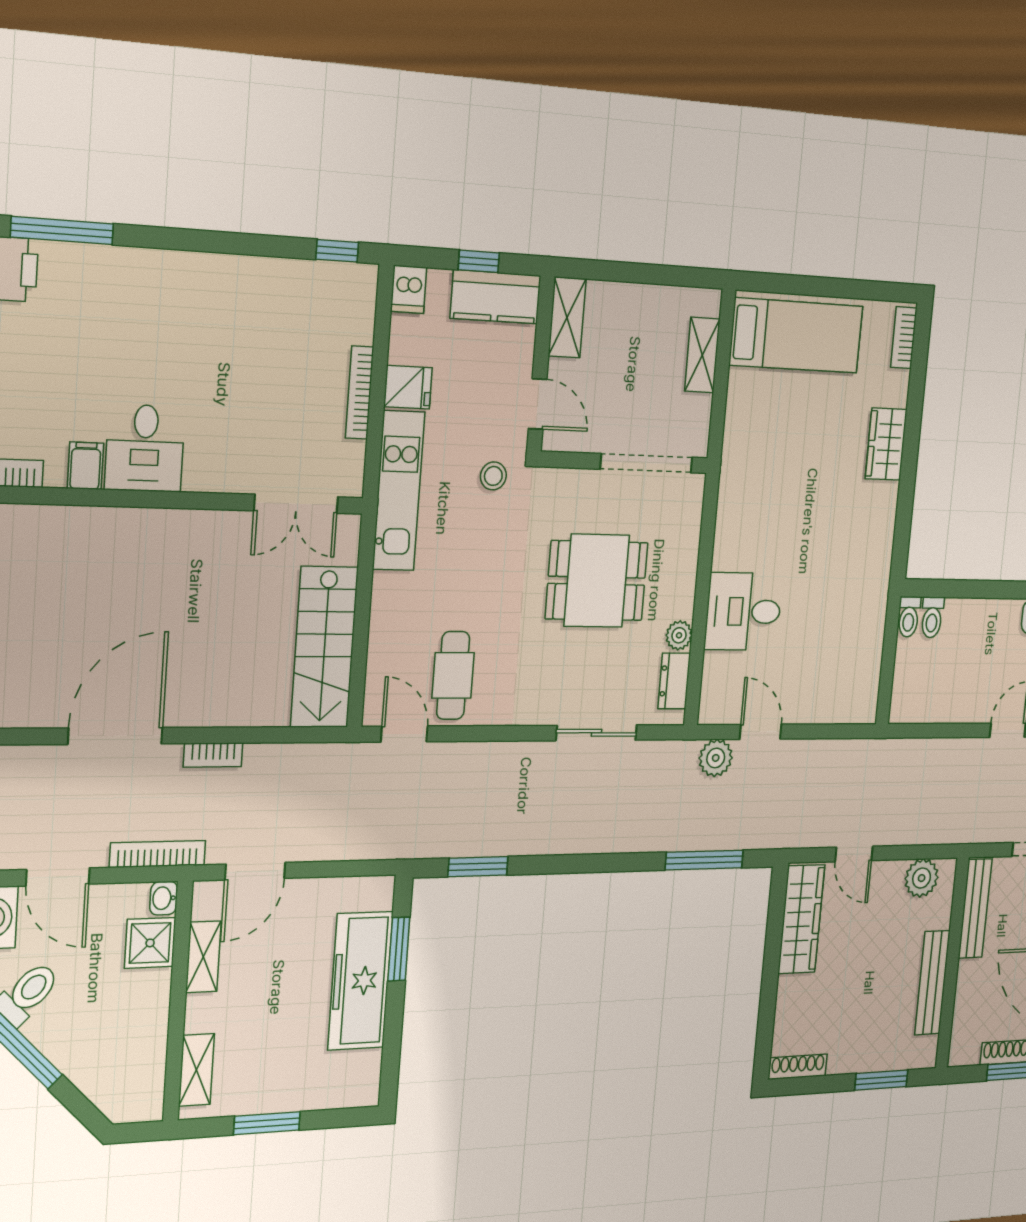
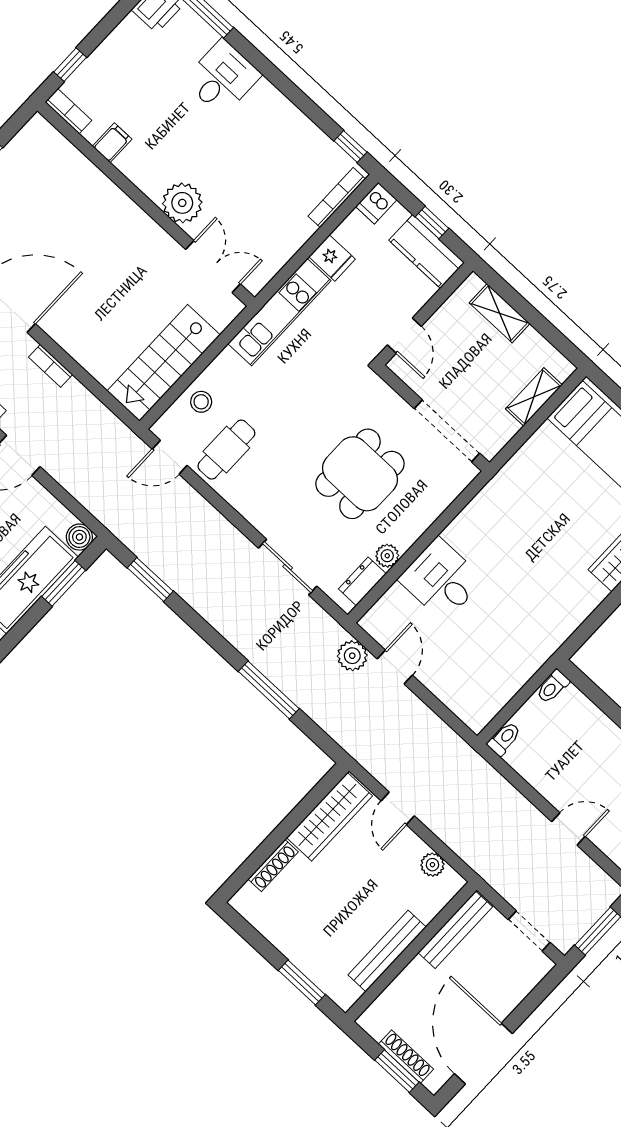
shelving: (567, 317) -> (500, 313), moved, turned 90
bookcase: (360, 393) -> (337, 198), moved
desk: (145, 448) -> (222, 78), moved, turned 180
plant: (212, 465) -> (182, 203), added
stool: (493, 476) -> (201, 402), moved
double door: (296, 504) -> (213, 267), swing flipped
dining table: (597, 581) -> (360, 474), turned 90
toilet: (932, 617) -> (504, 739), moved, turned 180
door: (404, 734) -> (170, 457), swing flipped
window: (704, 860) -> (269, 690), moved
plant: (922, 878) -> (432, 865), width x0.73, depth x0.73
boiler: (379, 892) -> (79, 537), added
shoe rack: (798, 1067) -> (273, 865), moved, turned 90

